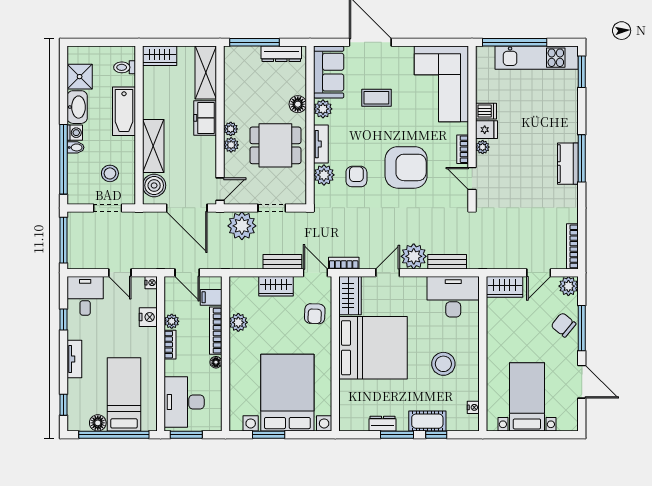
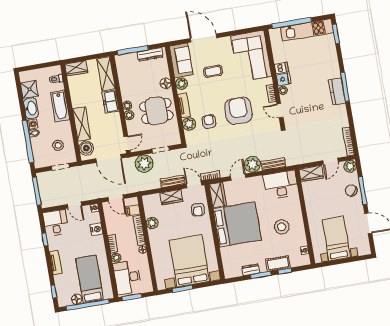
armchair: (406, 167) -> (238, 111), turned -90
plant: (172, 321) -> (116, 258), moved

